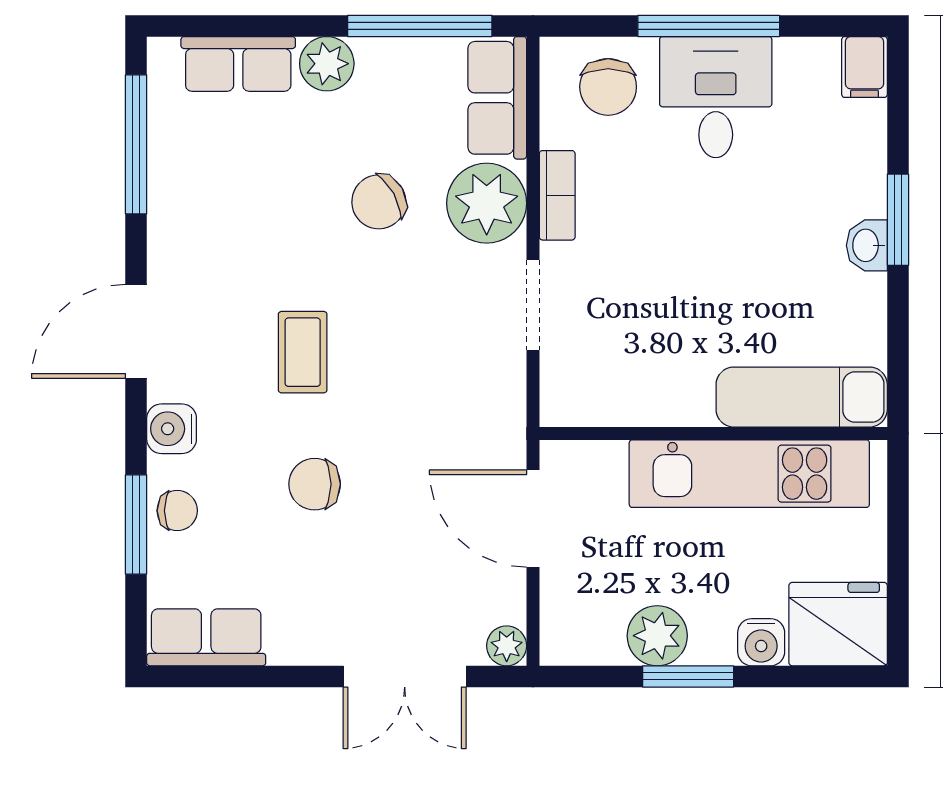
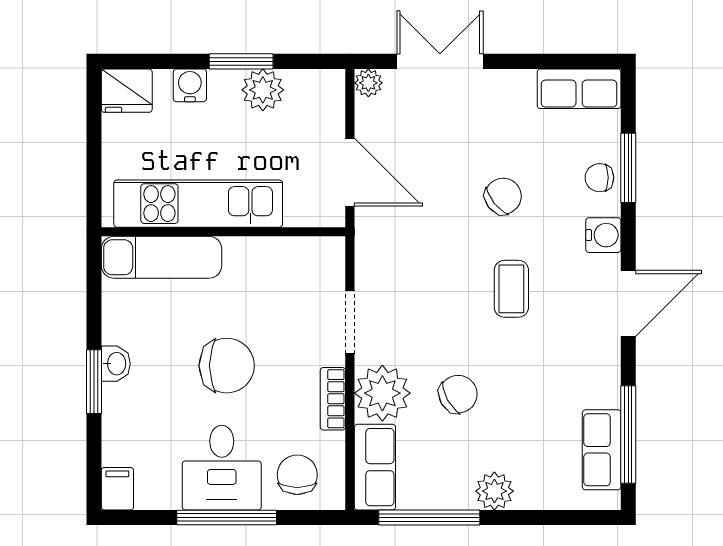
row of seats: (238, 64) -> (602, 450), moved, turned -90
chair: (709, 243) -> (227, 366), added
chair: (315, 484) -> (503, 196), turned -39
fridge: (838, 624) -> (127, 91), width x0.73, depth x0.75

